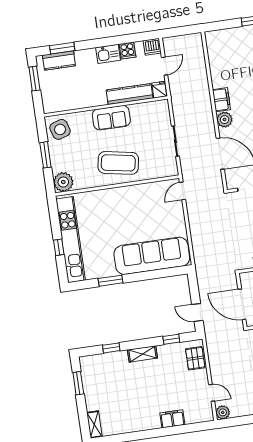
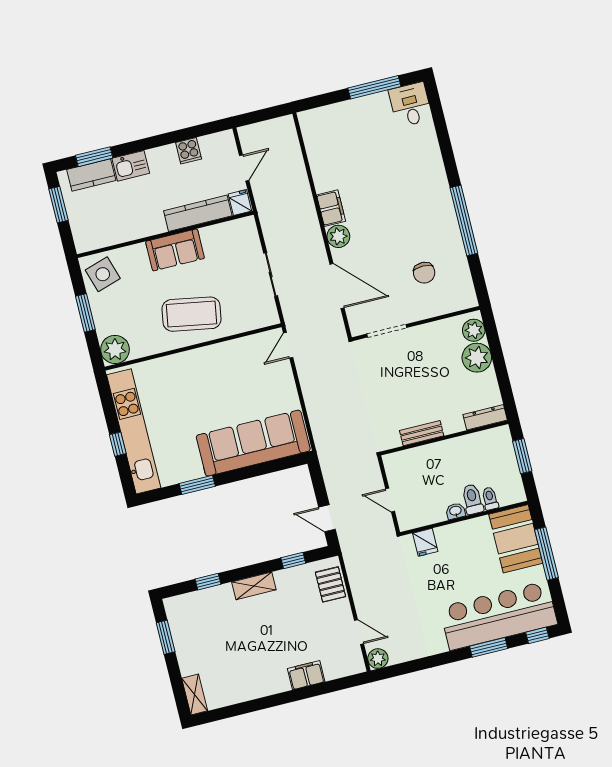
dishwasher: (152, 47) -> (224, 142), removed
kitchen sink: (108, 54) -> (131, 166), moved
door: (242, 304) -> (390, 500), width x0.53

